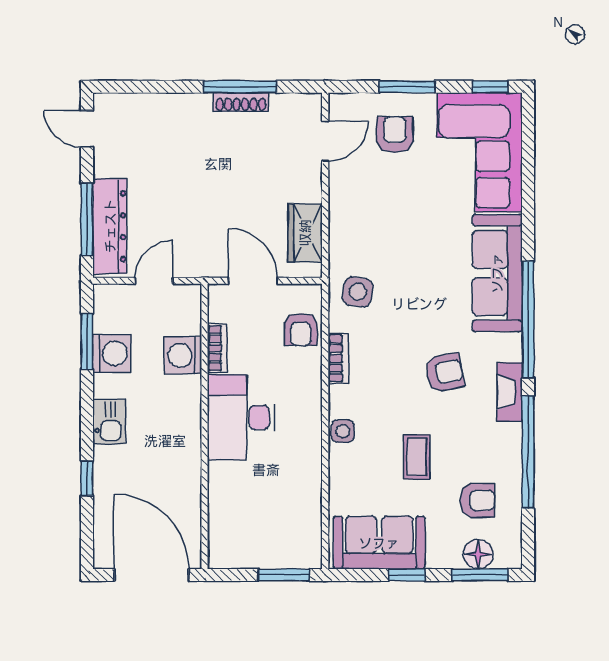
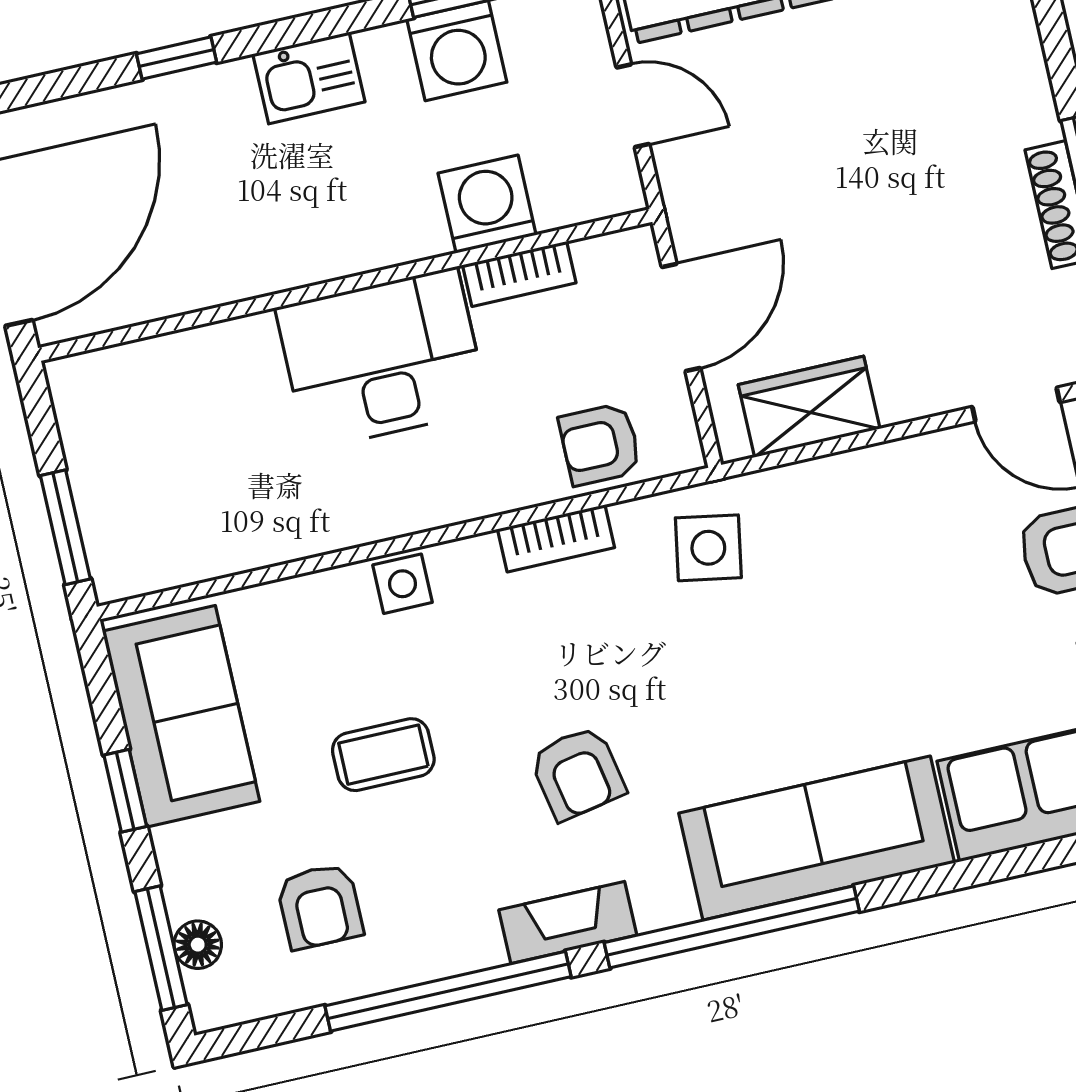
floor lamp: (478, 554) -> (198, 945), width x0.73, depth x0.73

